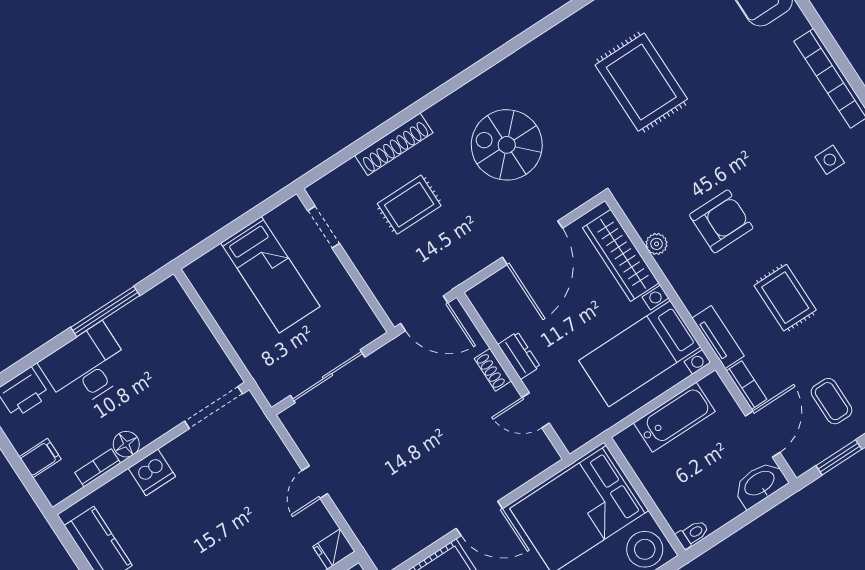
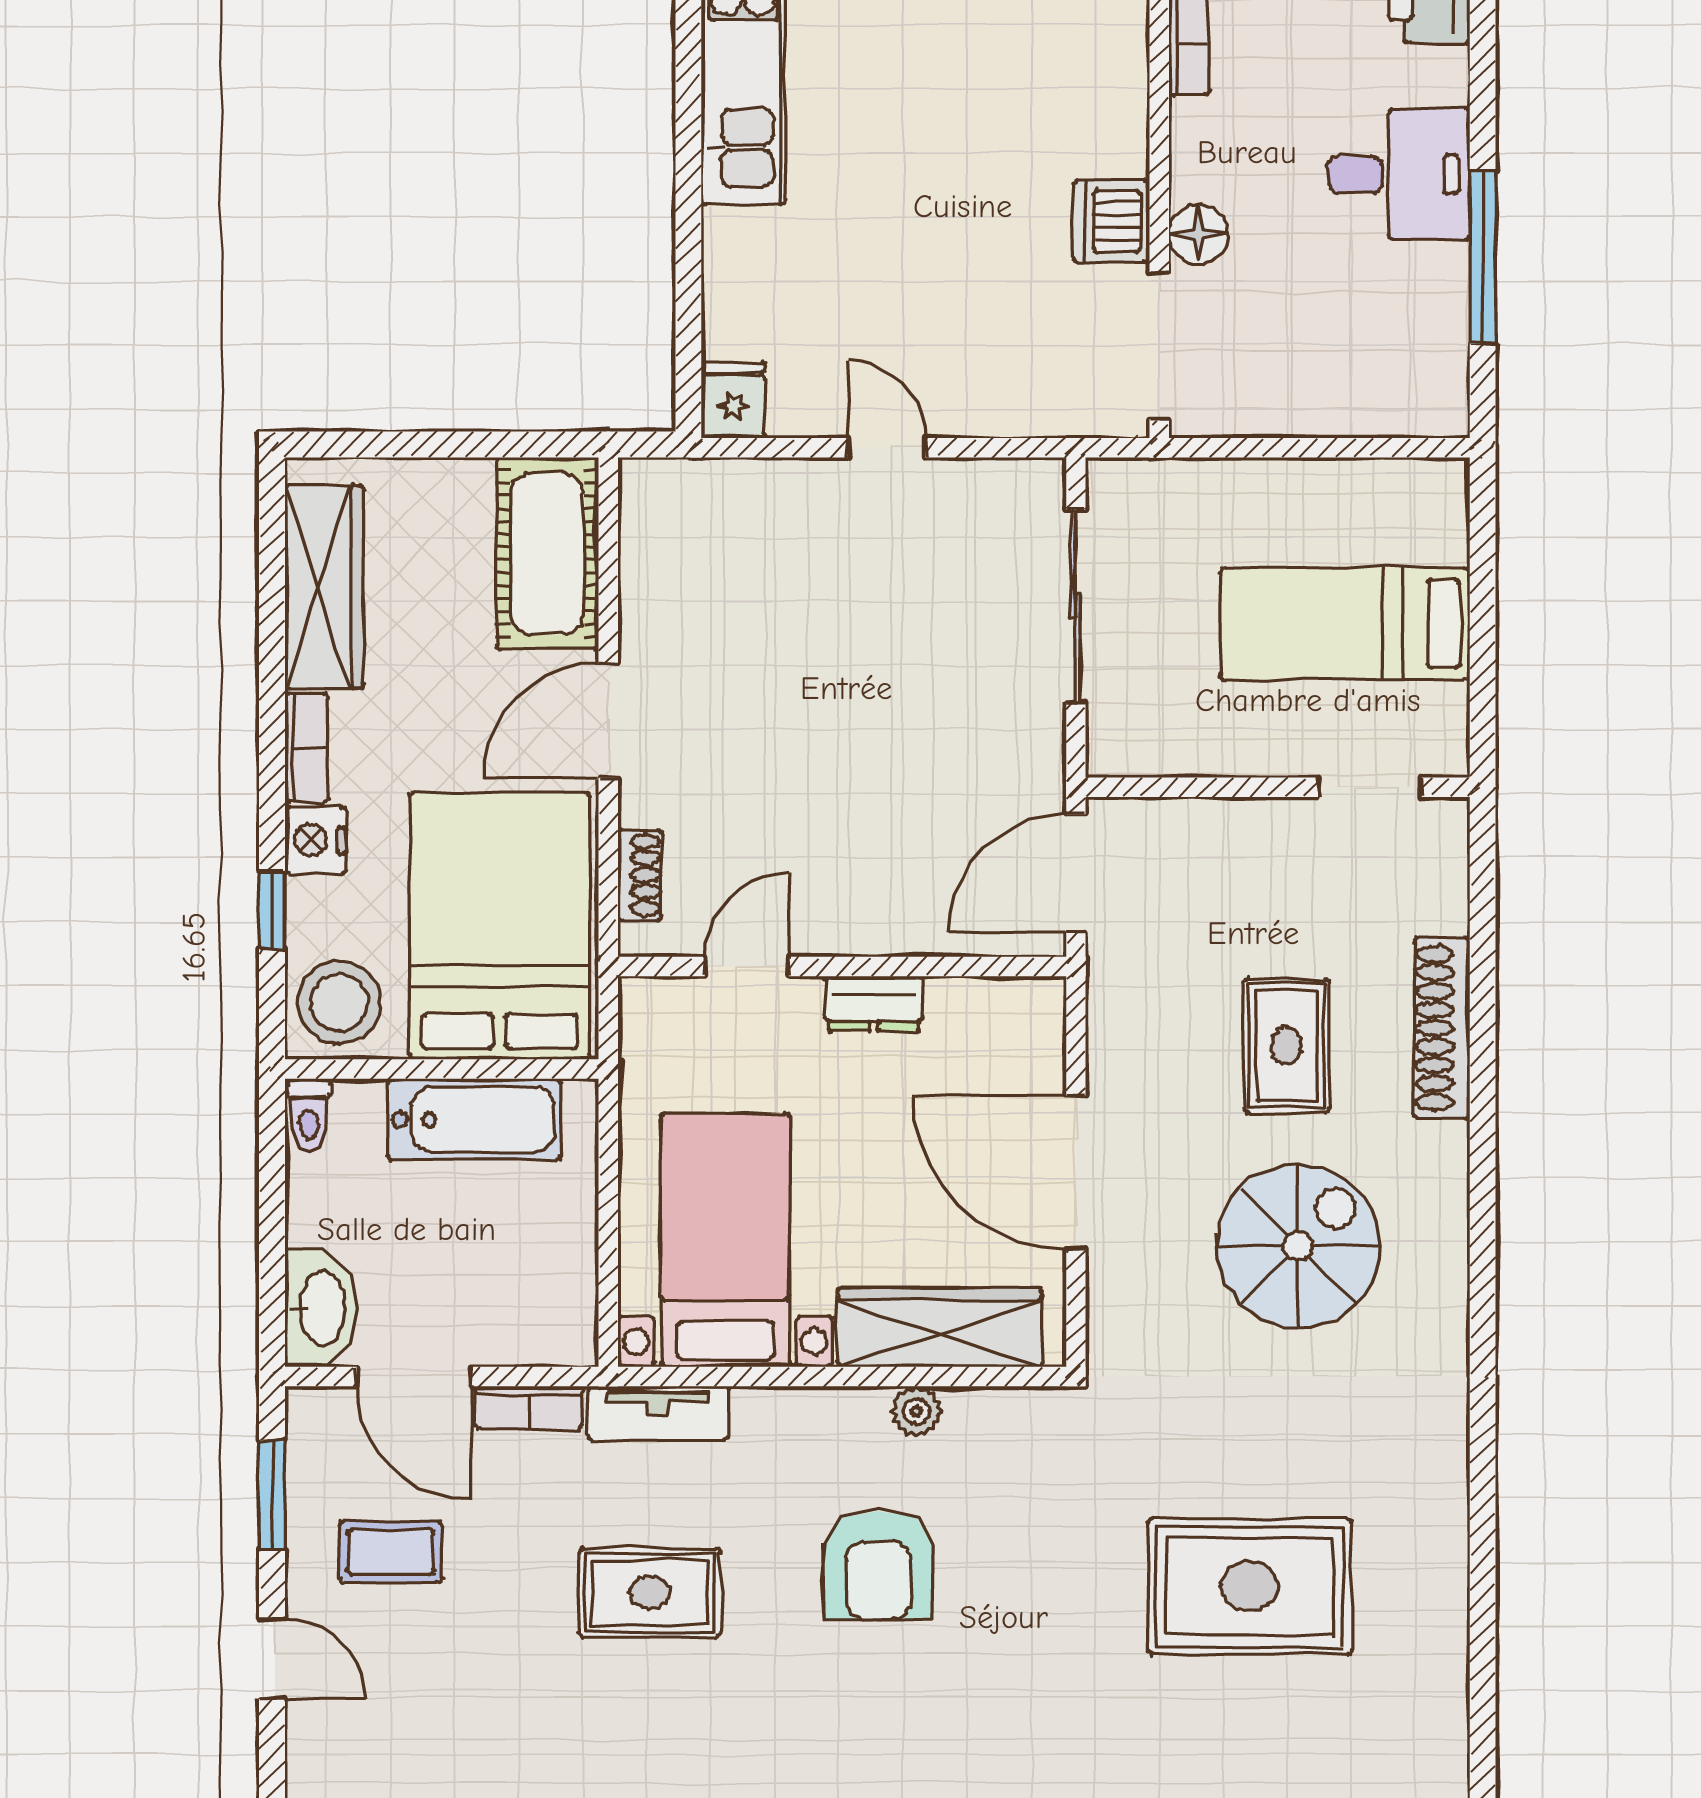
rug: (409, 205) -> (1286, 1046), moved
desk: (86, 367) -> (1399, 174), width x0.73
shoe rack: (493, 370) -> (640, 875), moved, turned 90
bathtub: (674, 417) -> (474, 1120), moved, turned -90
floor lamp: (126, 444) -> (1199, 234), moved
dishwasher: (152, 472) -> (1111, 221), moved

